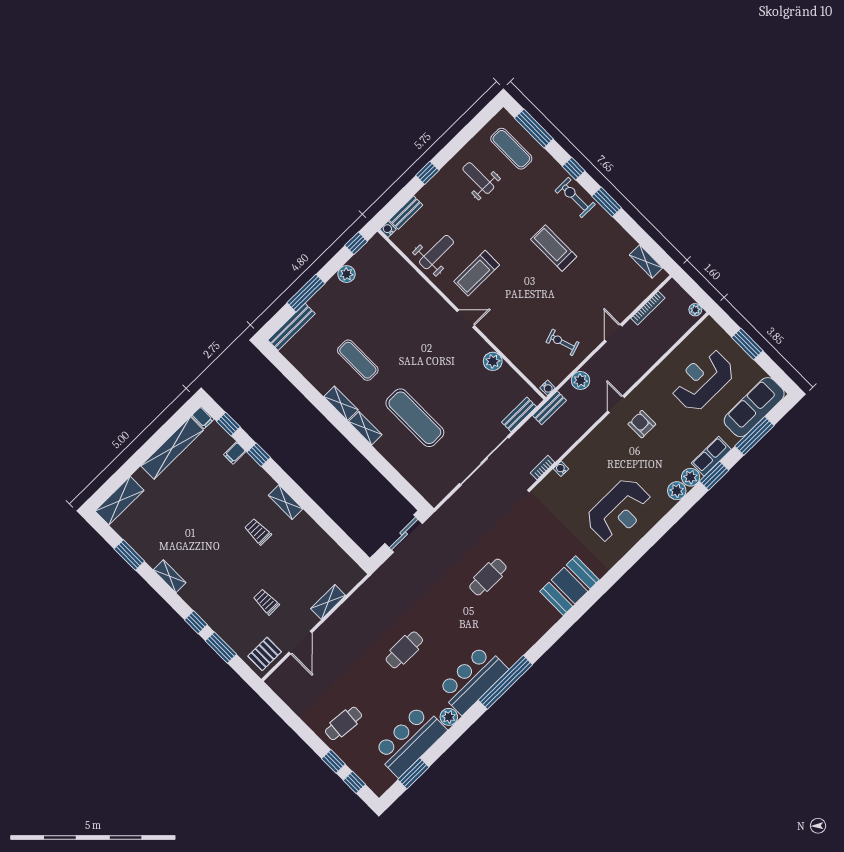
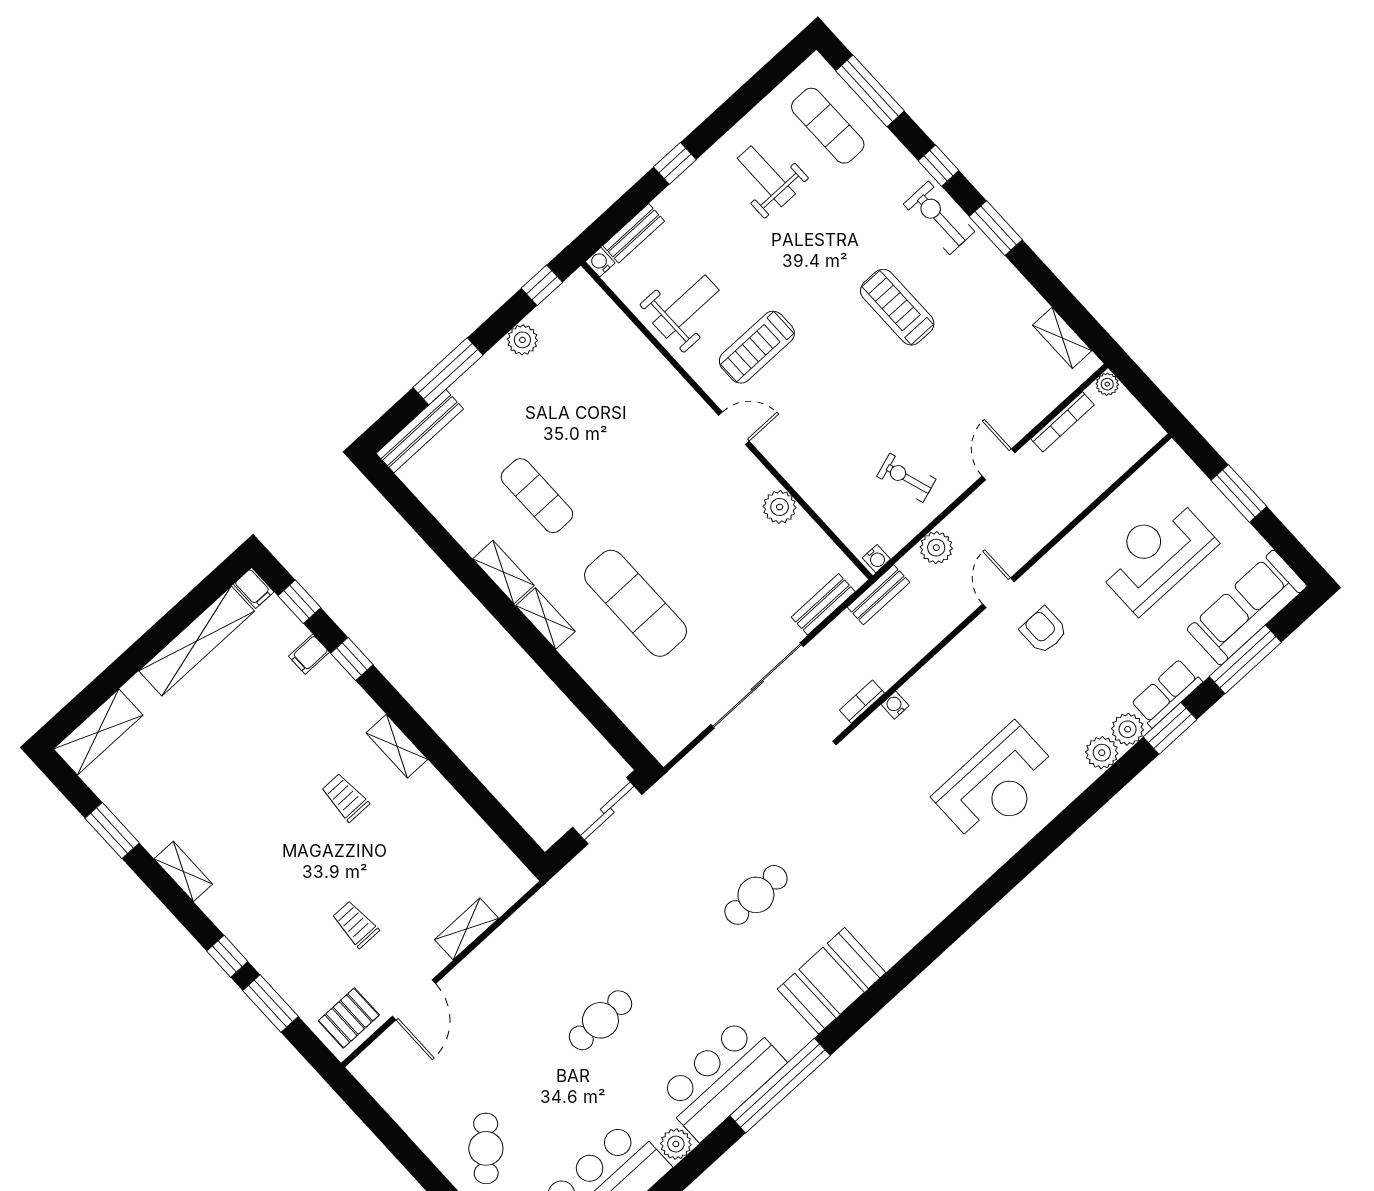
plant: (695, 310) -> (1107, 384), moved
booth: (570, 586) -> (832, 981), moved
cafe table: (343, 723) -> (486, 1148), turned -53

